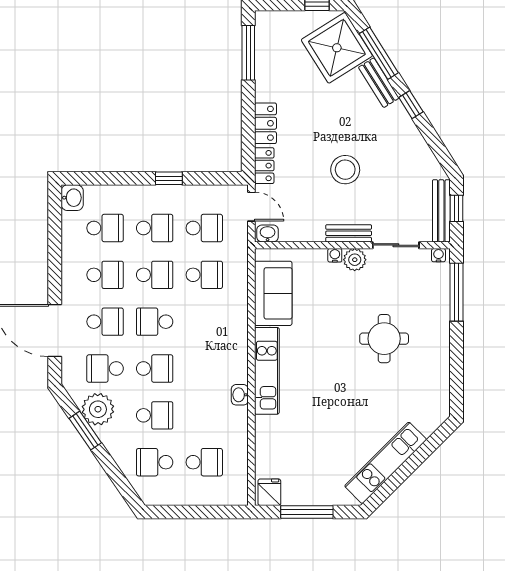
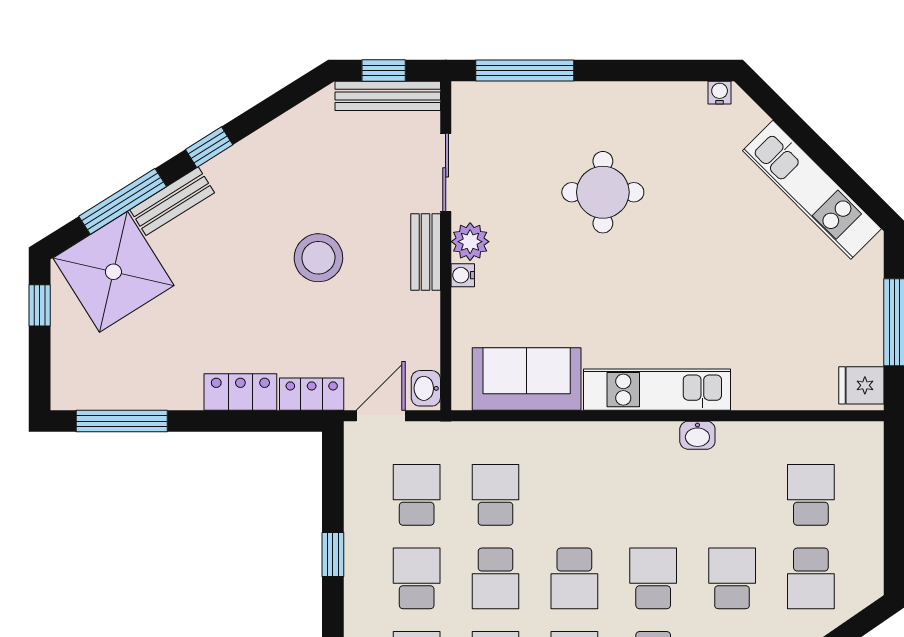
water cooler: (438, 255) -> (720, 93), moved, turned 90
school desk: (155, 275) -> (496, 578), turned 180

